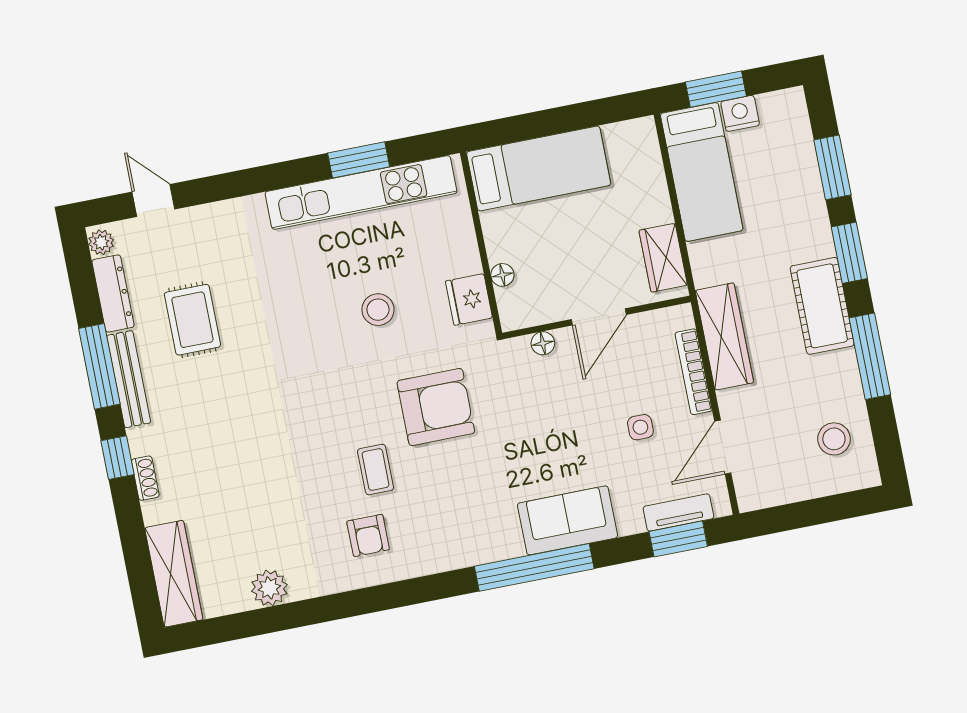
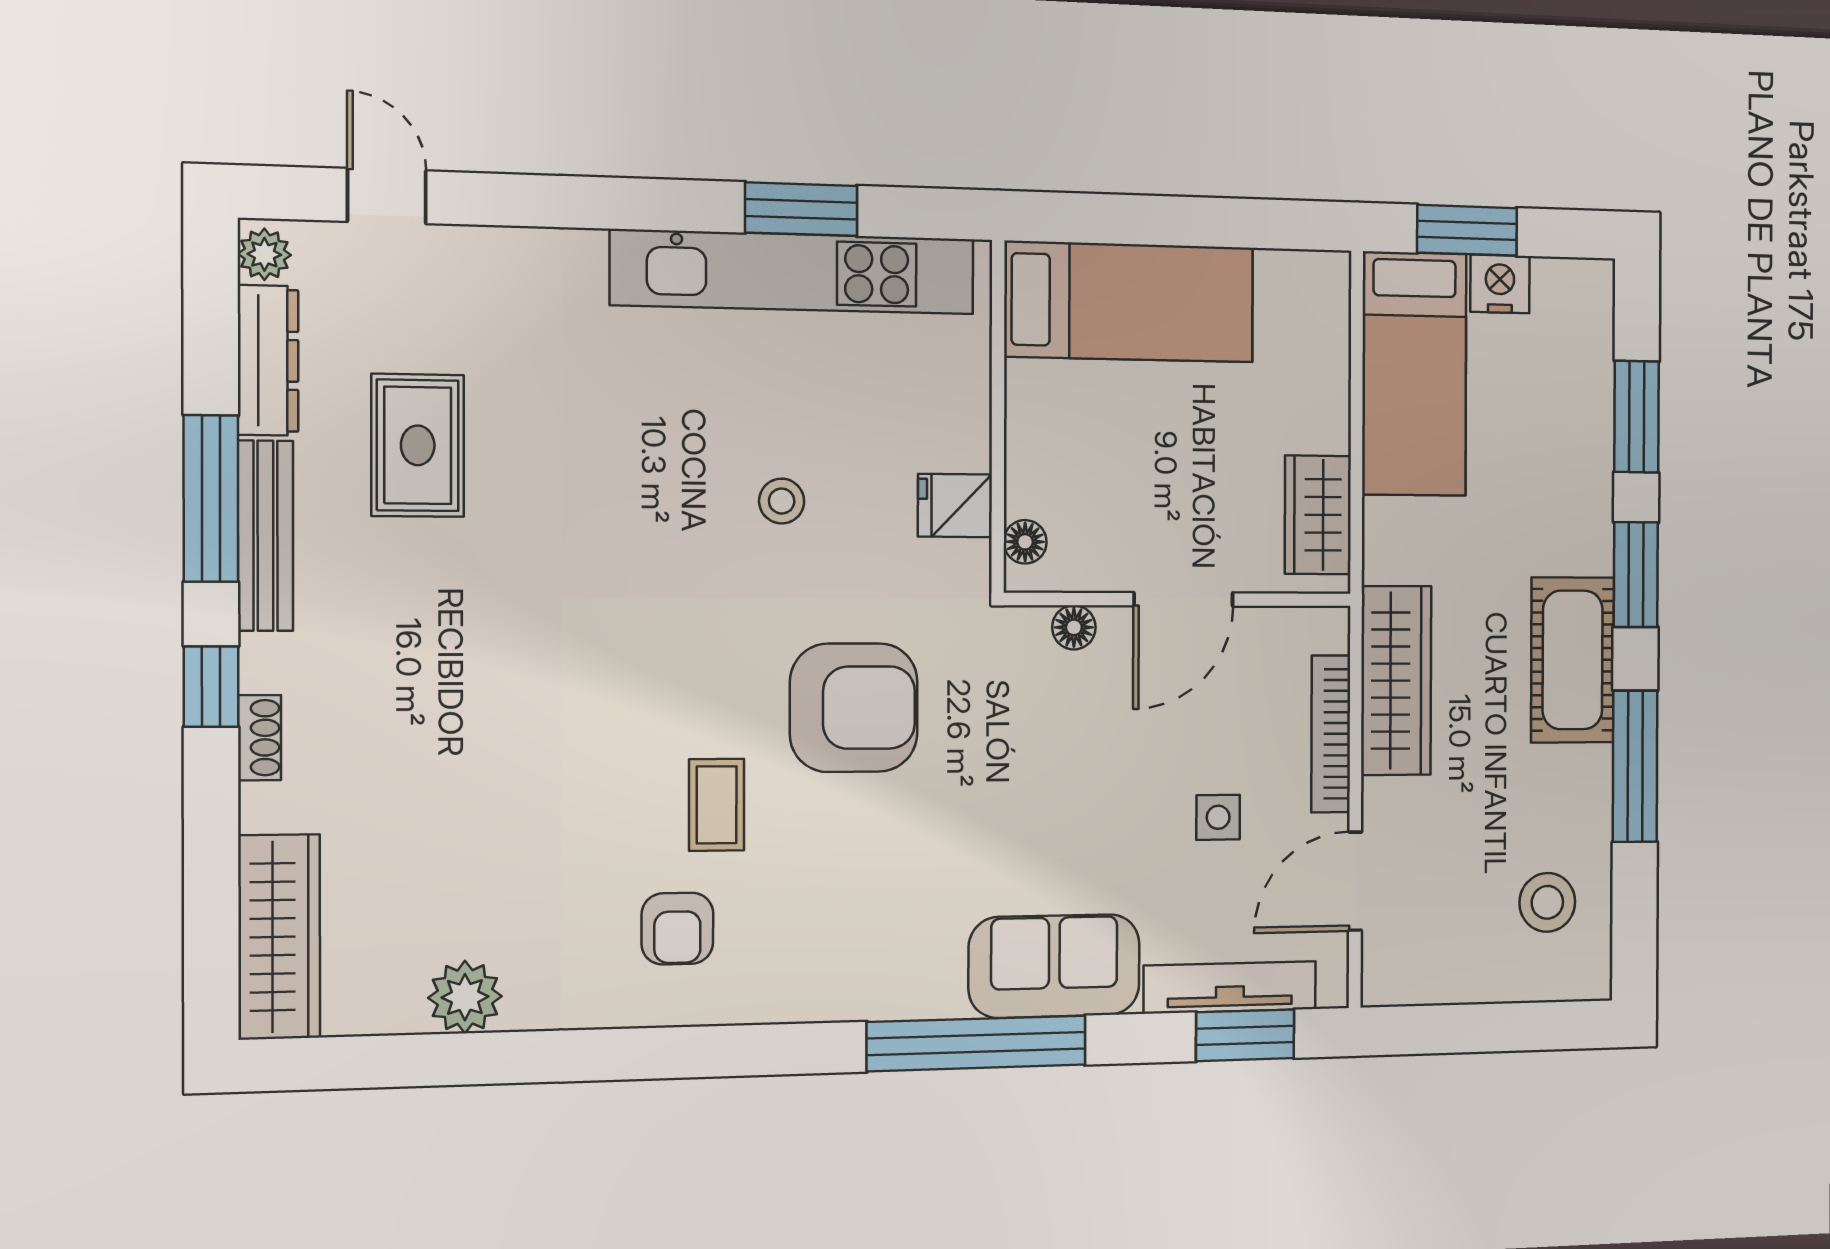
floor lamp: (502, 275) -> (1025, 542), moved
fridge: (469, 299) -> (955, 505), width x0.72
stool: (378, 310) -> (782, 501), width x0.73, depth x0.73
tv unit: (678, 512) -> (1230, 987), width x1.41

